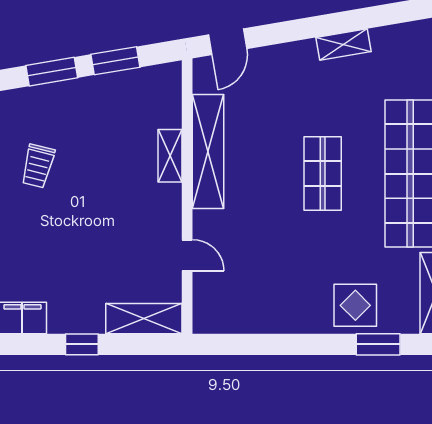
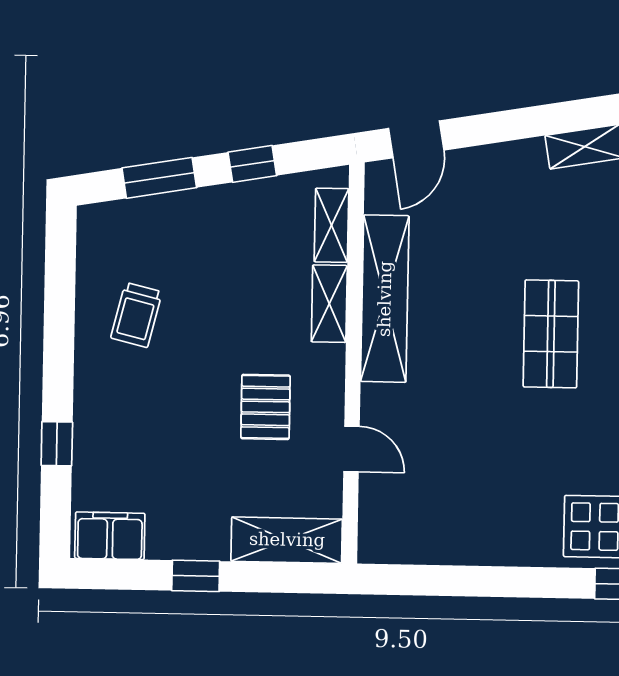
window: (115, 61) -> (252, 164), width x0.67
shelving: (171, 102) -> (332, 225), added
pallet: (128, 227) -> (266, 407), added

